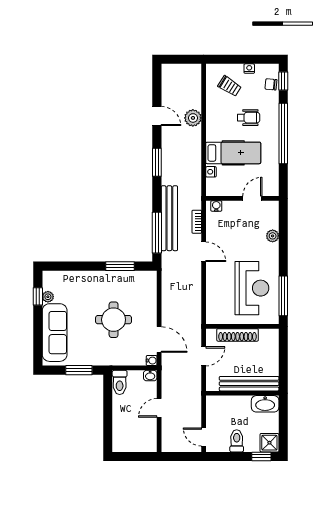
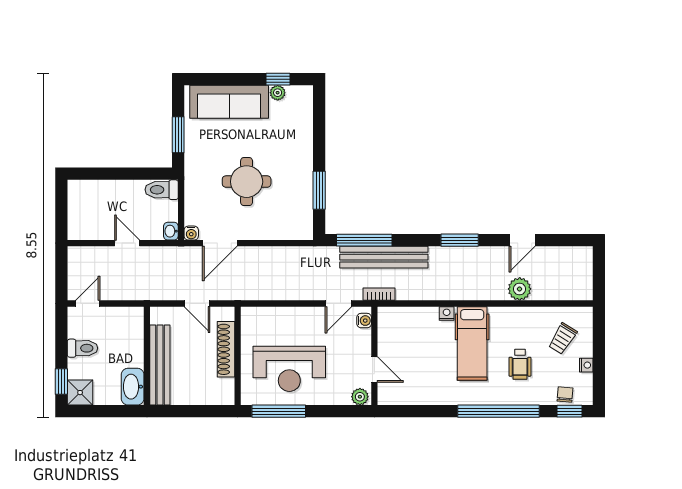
wall: (242, 198) -> (374, 356), moved
door: (252, 198) -> (374, 369), moved
water cooler: (216, 206) -> (364, 321), moved

